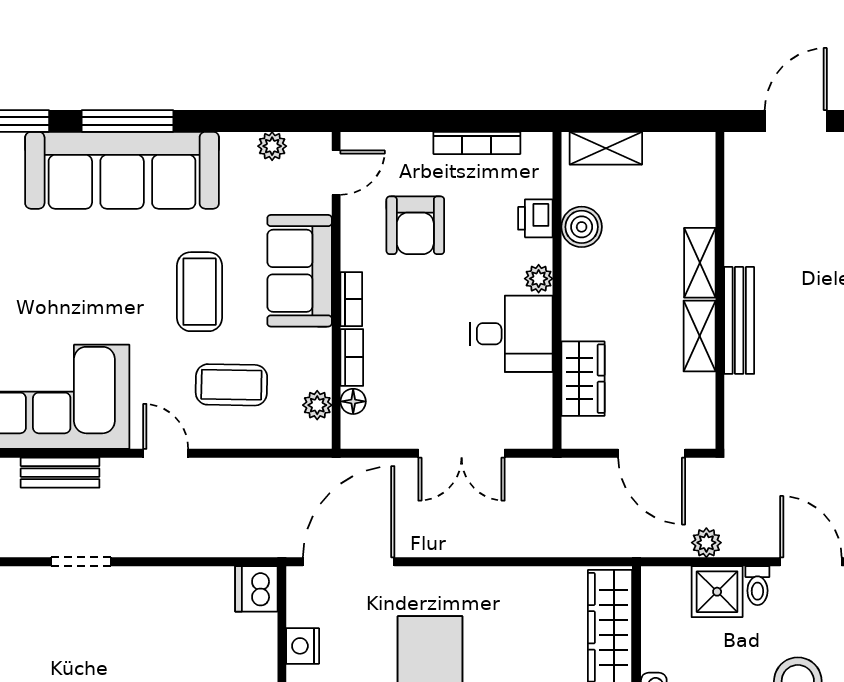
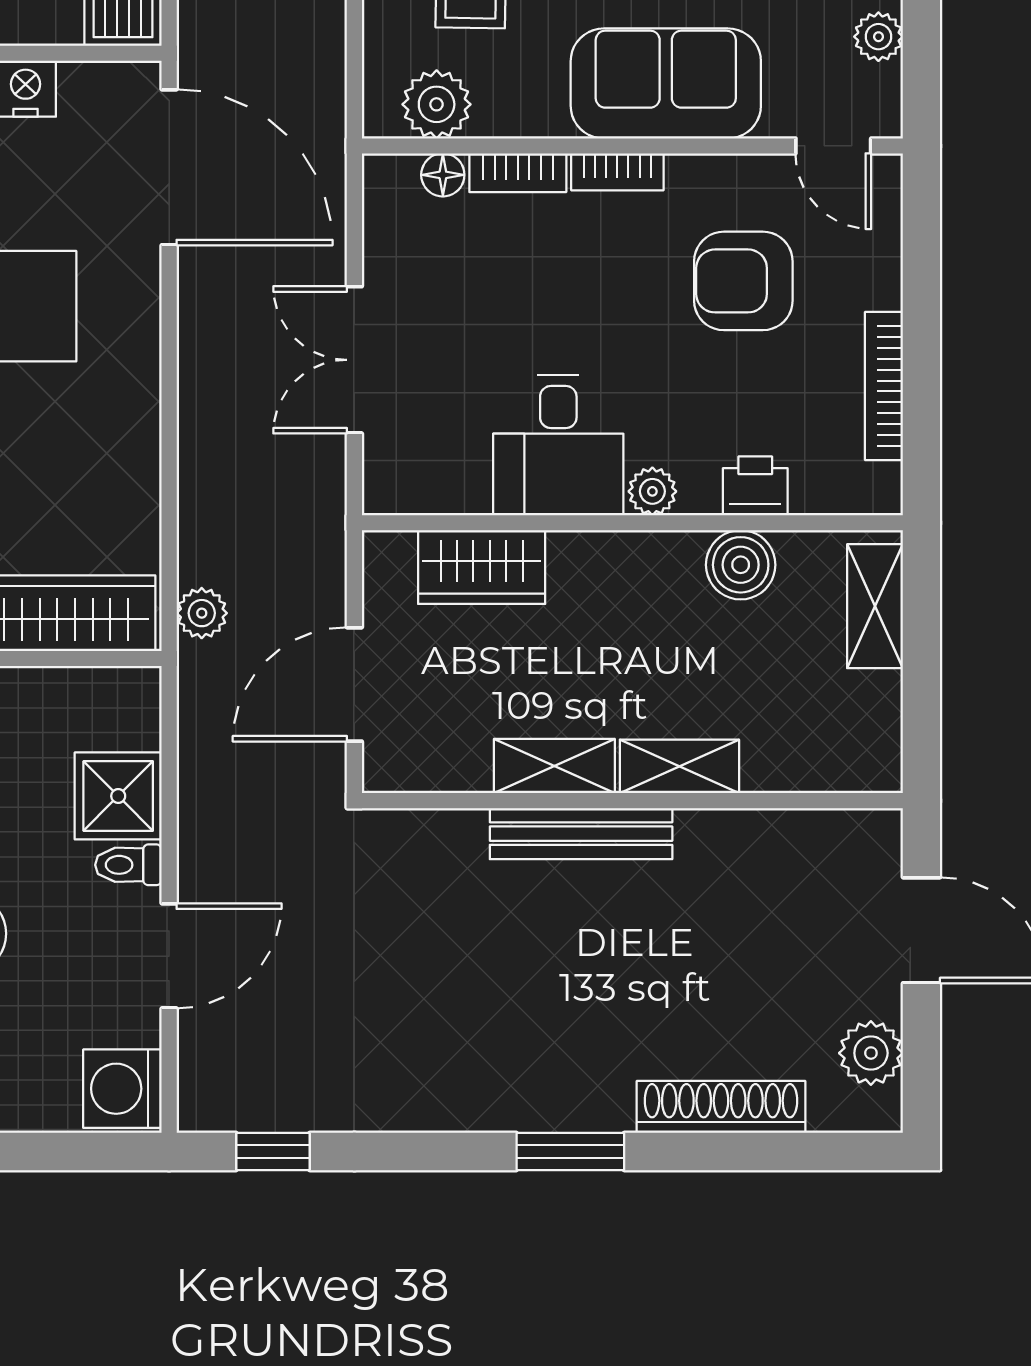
plant: (317, 405) -> (437, 104), width x1.38, depth x1.38
plant: (706, 543) -> (202, 613), moved

